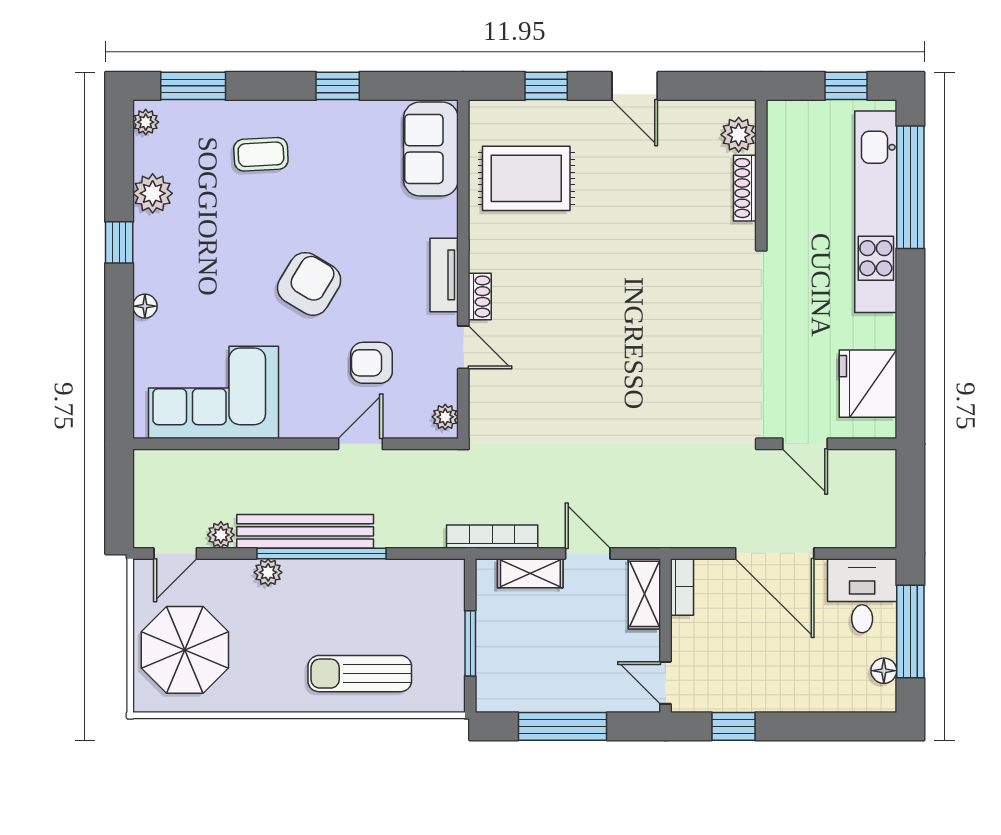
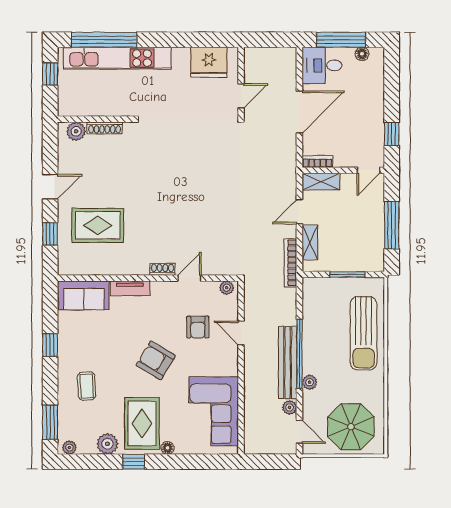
rug: (526, 178) -> (98, 225), moved, turned 90
rug: (191, 258) -> (142, 423), added
tv unit: (444, 275) -> (130, 288), moved
sun lounger: (360, 674) -> (364, 333), width x1.36, depth x1.34

